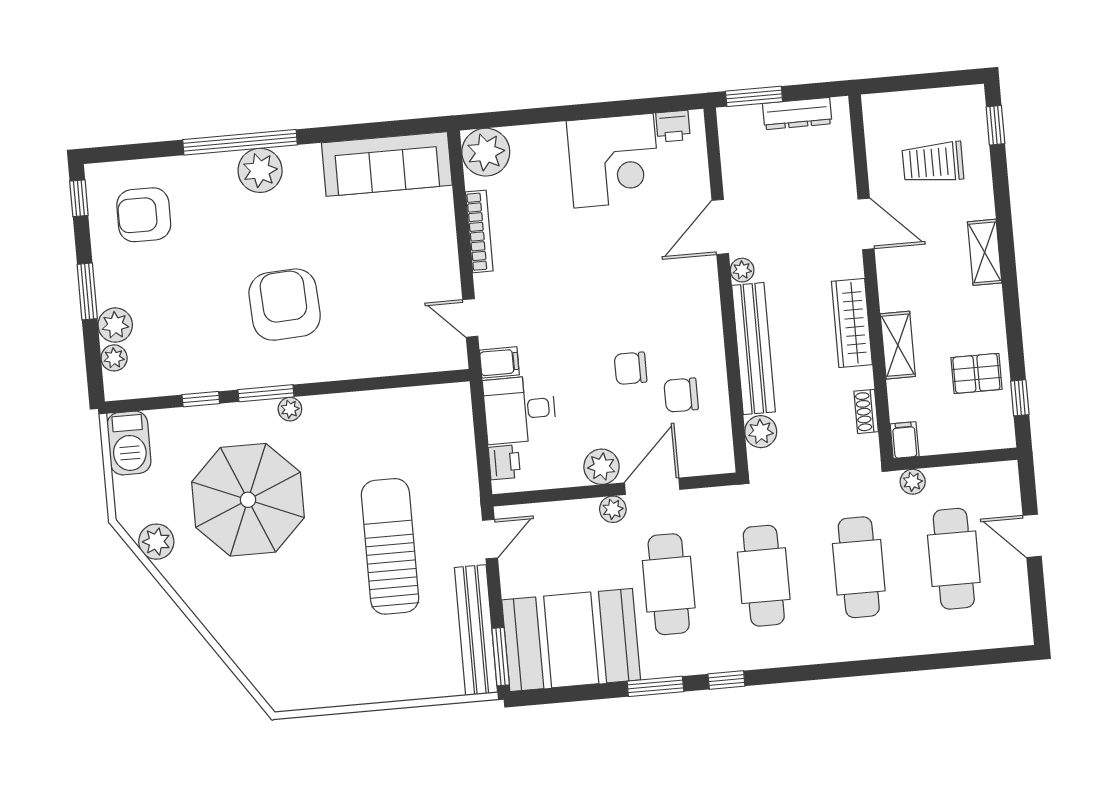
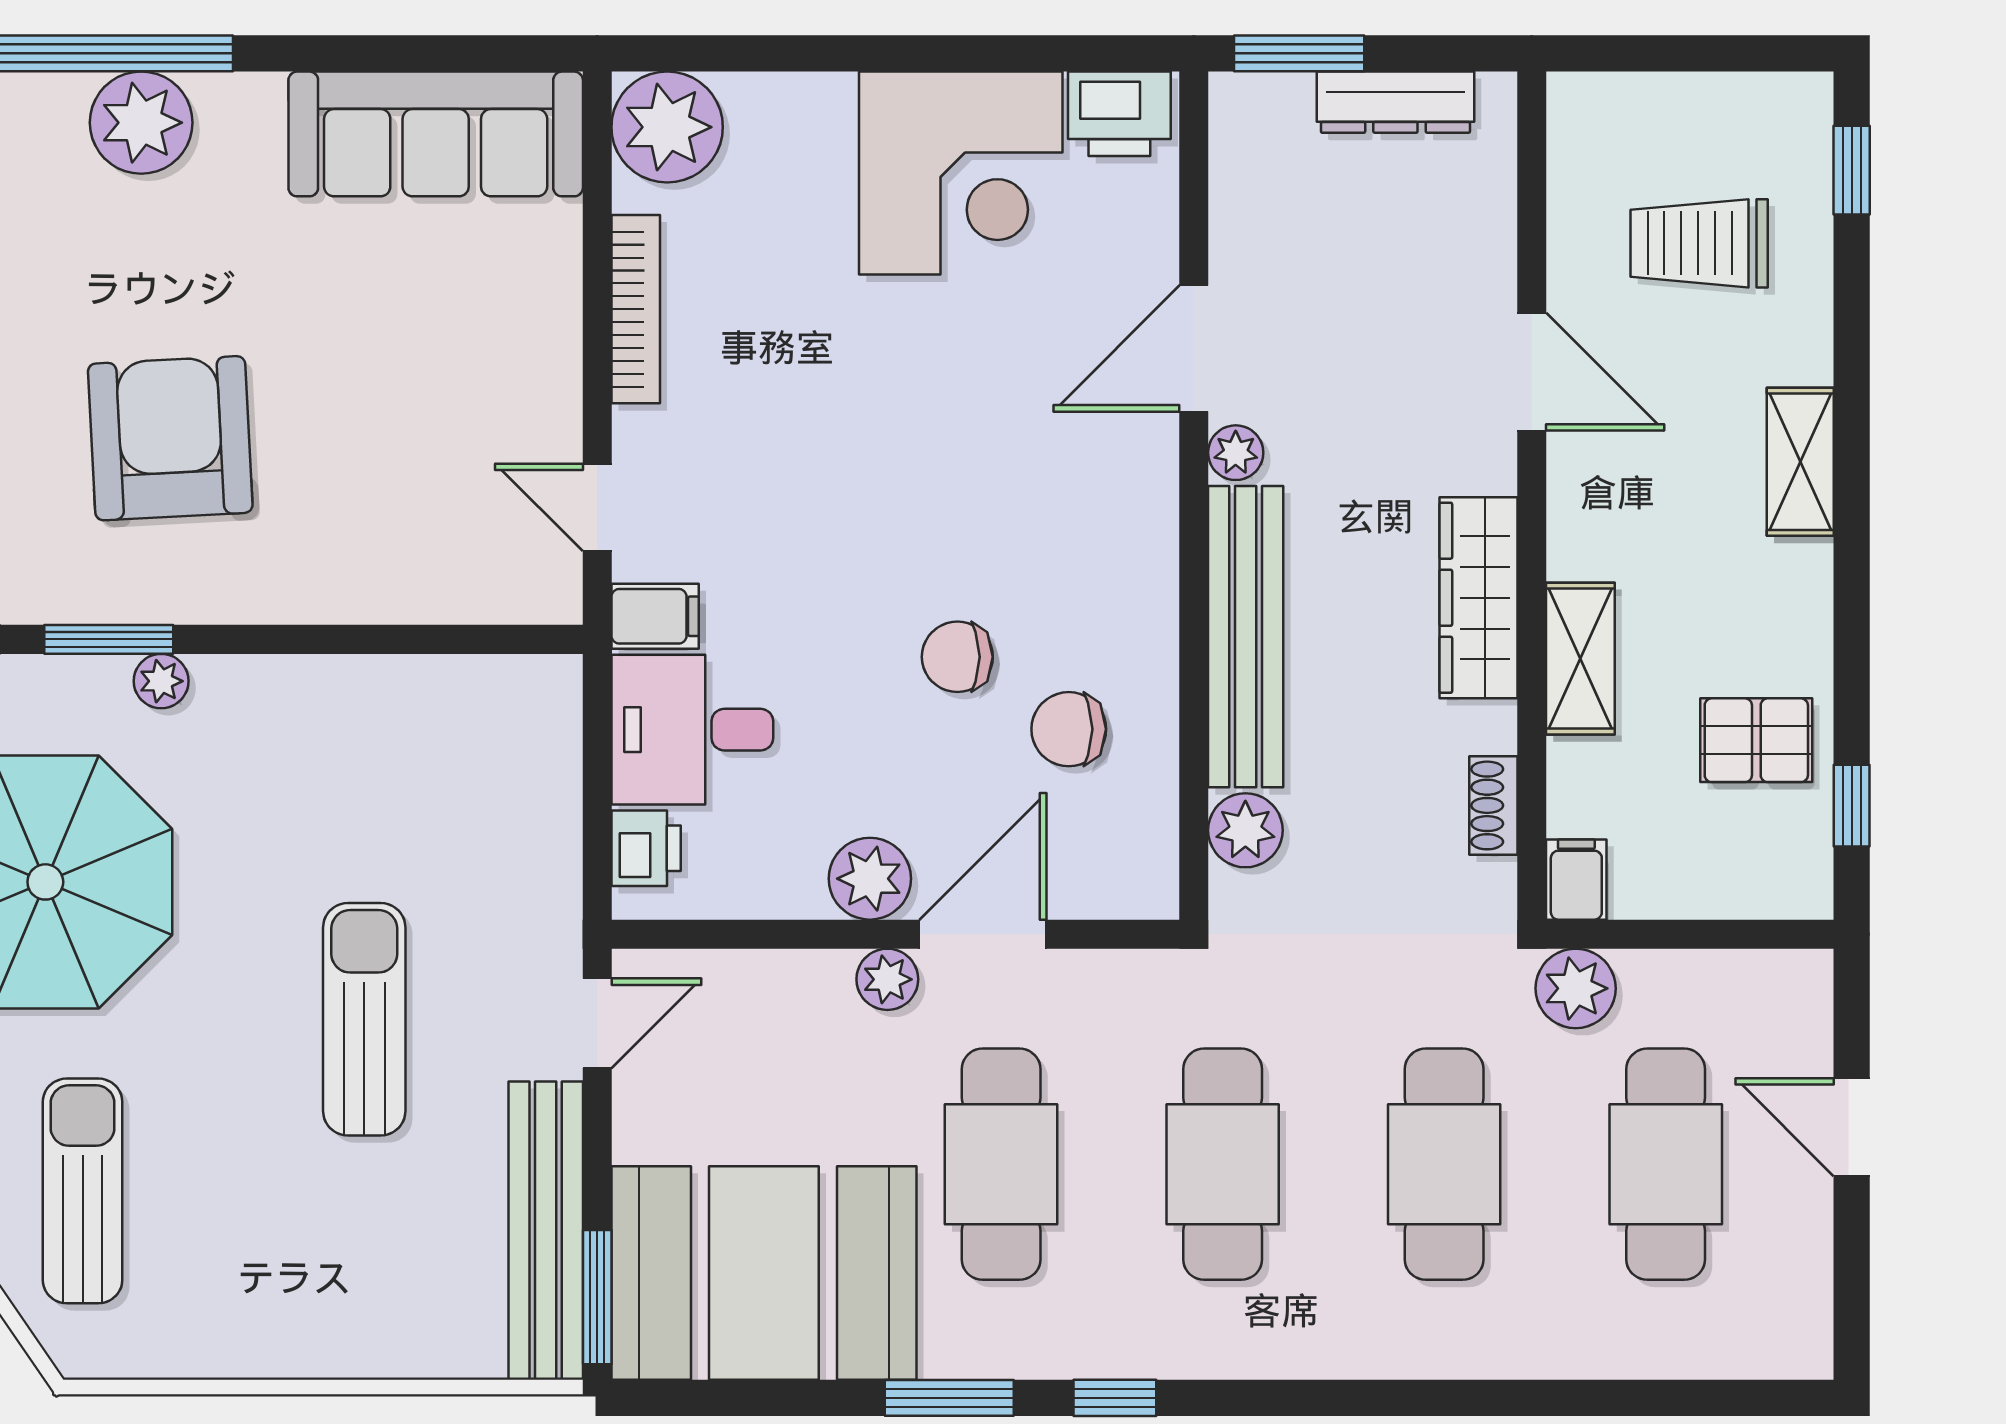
printer: (673, 126) -> (1119, 114), width x1.36, depth x1.24
plant: (913, 482) -> (1576, 988), width x1.38, depth x1.38
sun lounger: (390, 546) -> (364, 1019), width x0.73, depth x0.75
sun lounger: (276, 631) -> (83, 1191), added

